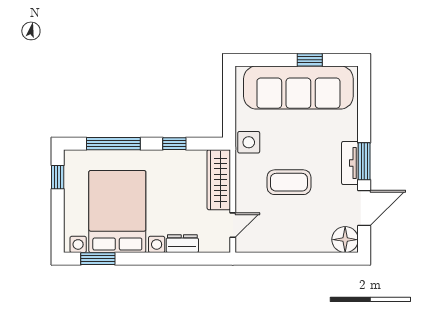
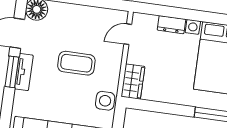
window: (174, 144) -> (167, 108), removed
wardrobe: (219, 180) -> (133, 82), width x0.67

